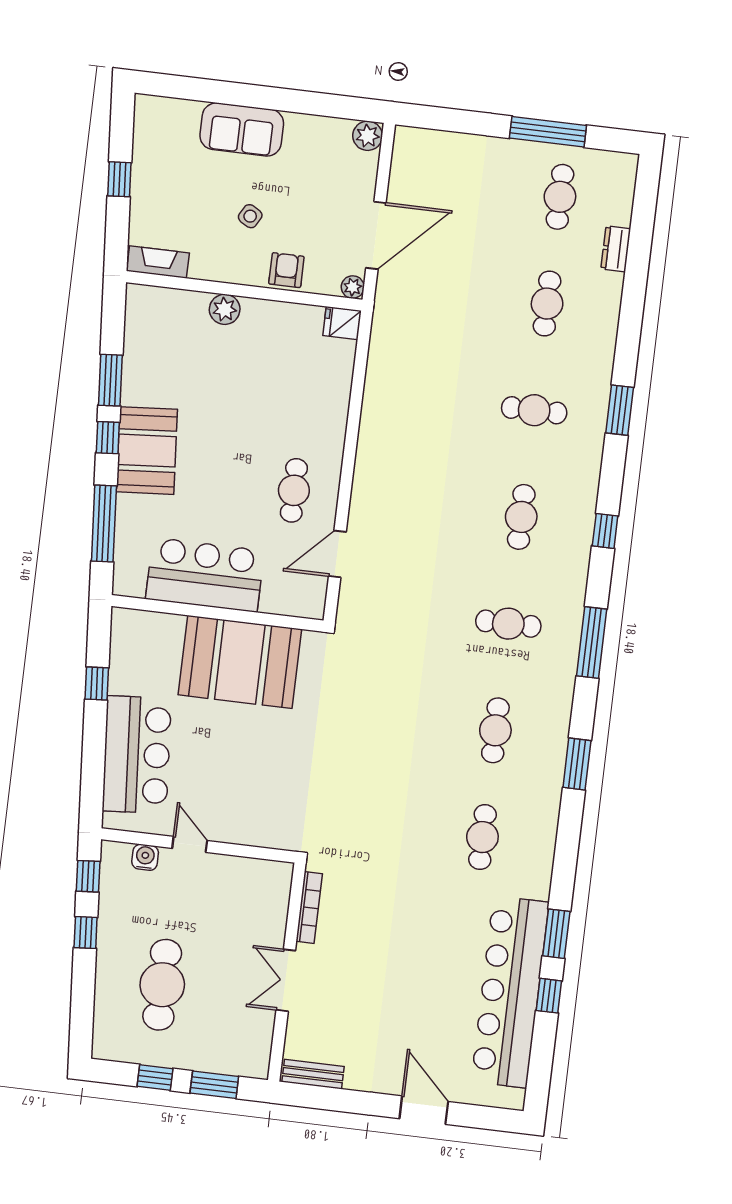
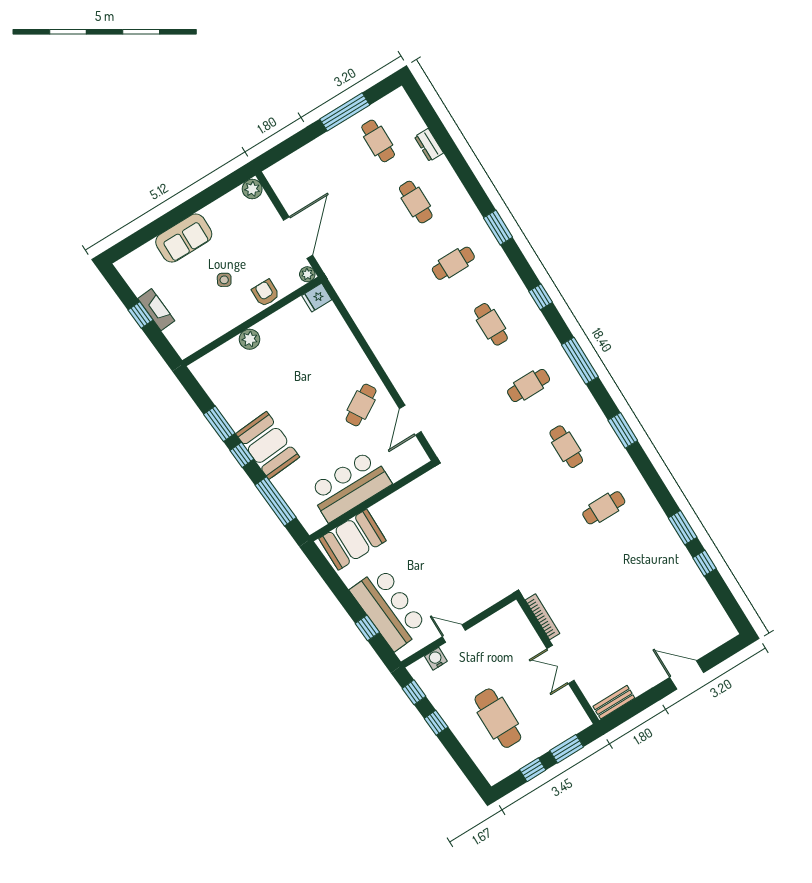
fireplace: (158, 262) -> (156, 310), moved, turned 86
cafe table: (294, 490) -> (361, 405), turned 59
booth: (240, 662) -> (353, 540), moved, width x0.73, depth x0.70
window: (97, 684) -> (367, 628), moved
cafe table: (482, 837) -> (604, 508), turned 90
bar counter: (510, 992) -> (683, 577), removed

